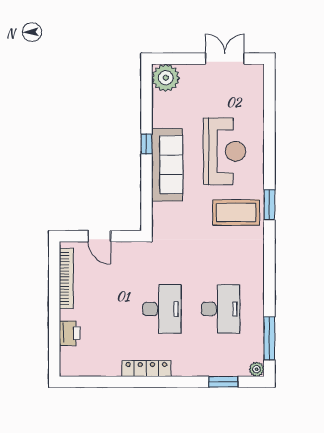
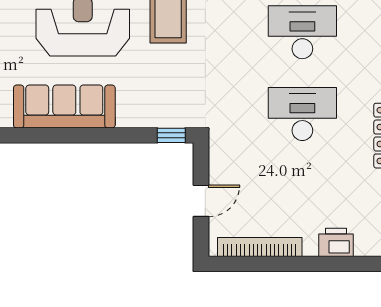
window: (147, 144) -> (171, 135), moved
sofa: (167, 165) -> (64, 107), moved

